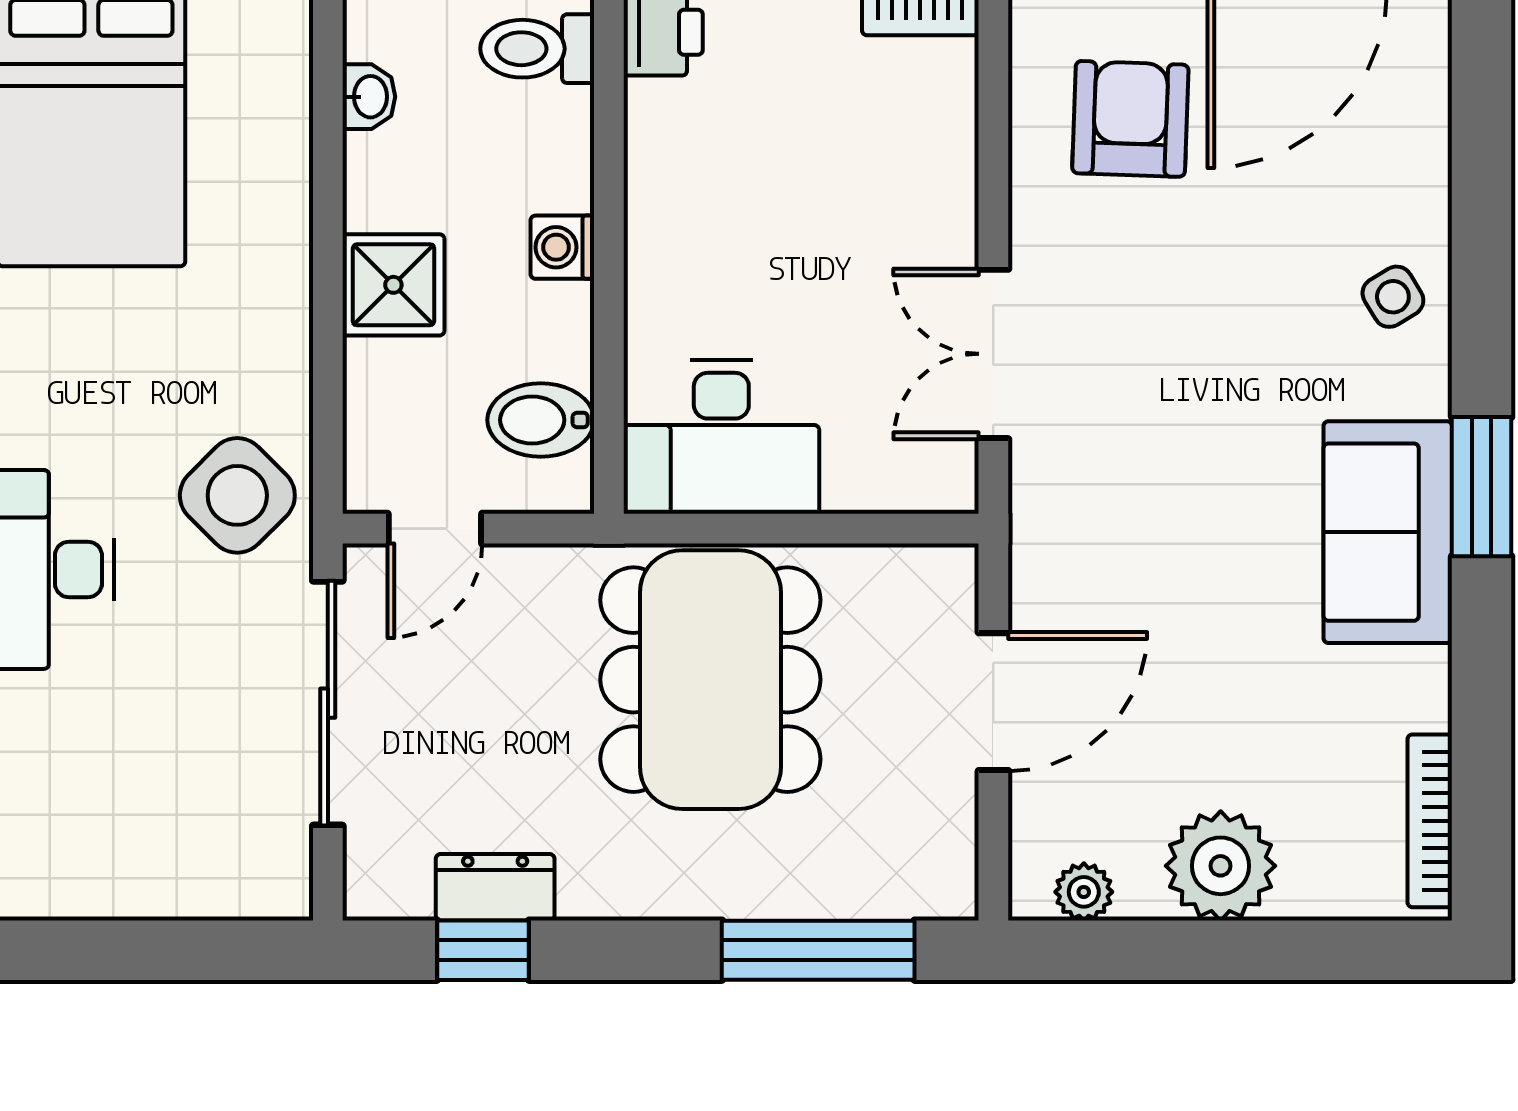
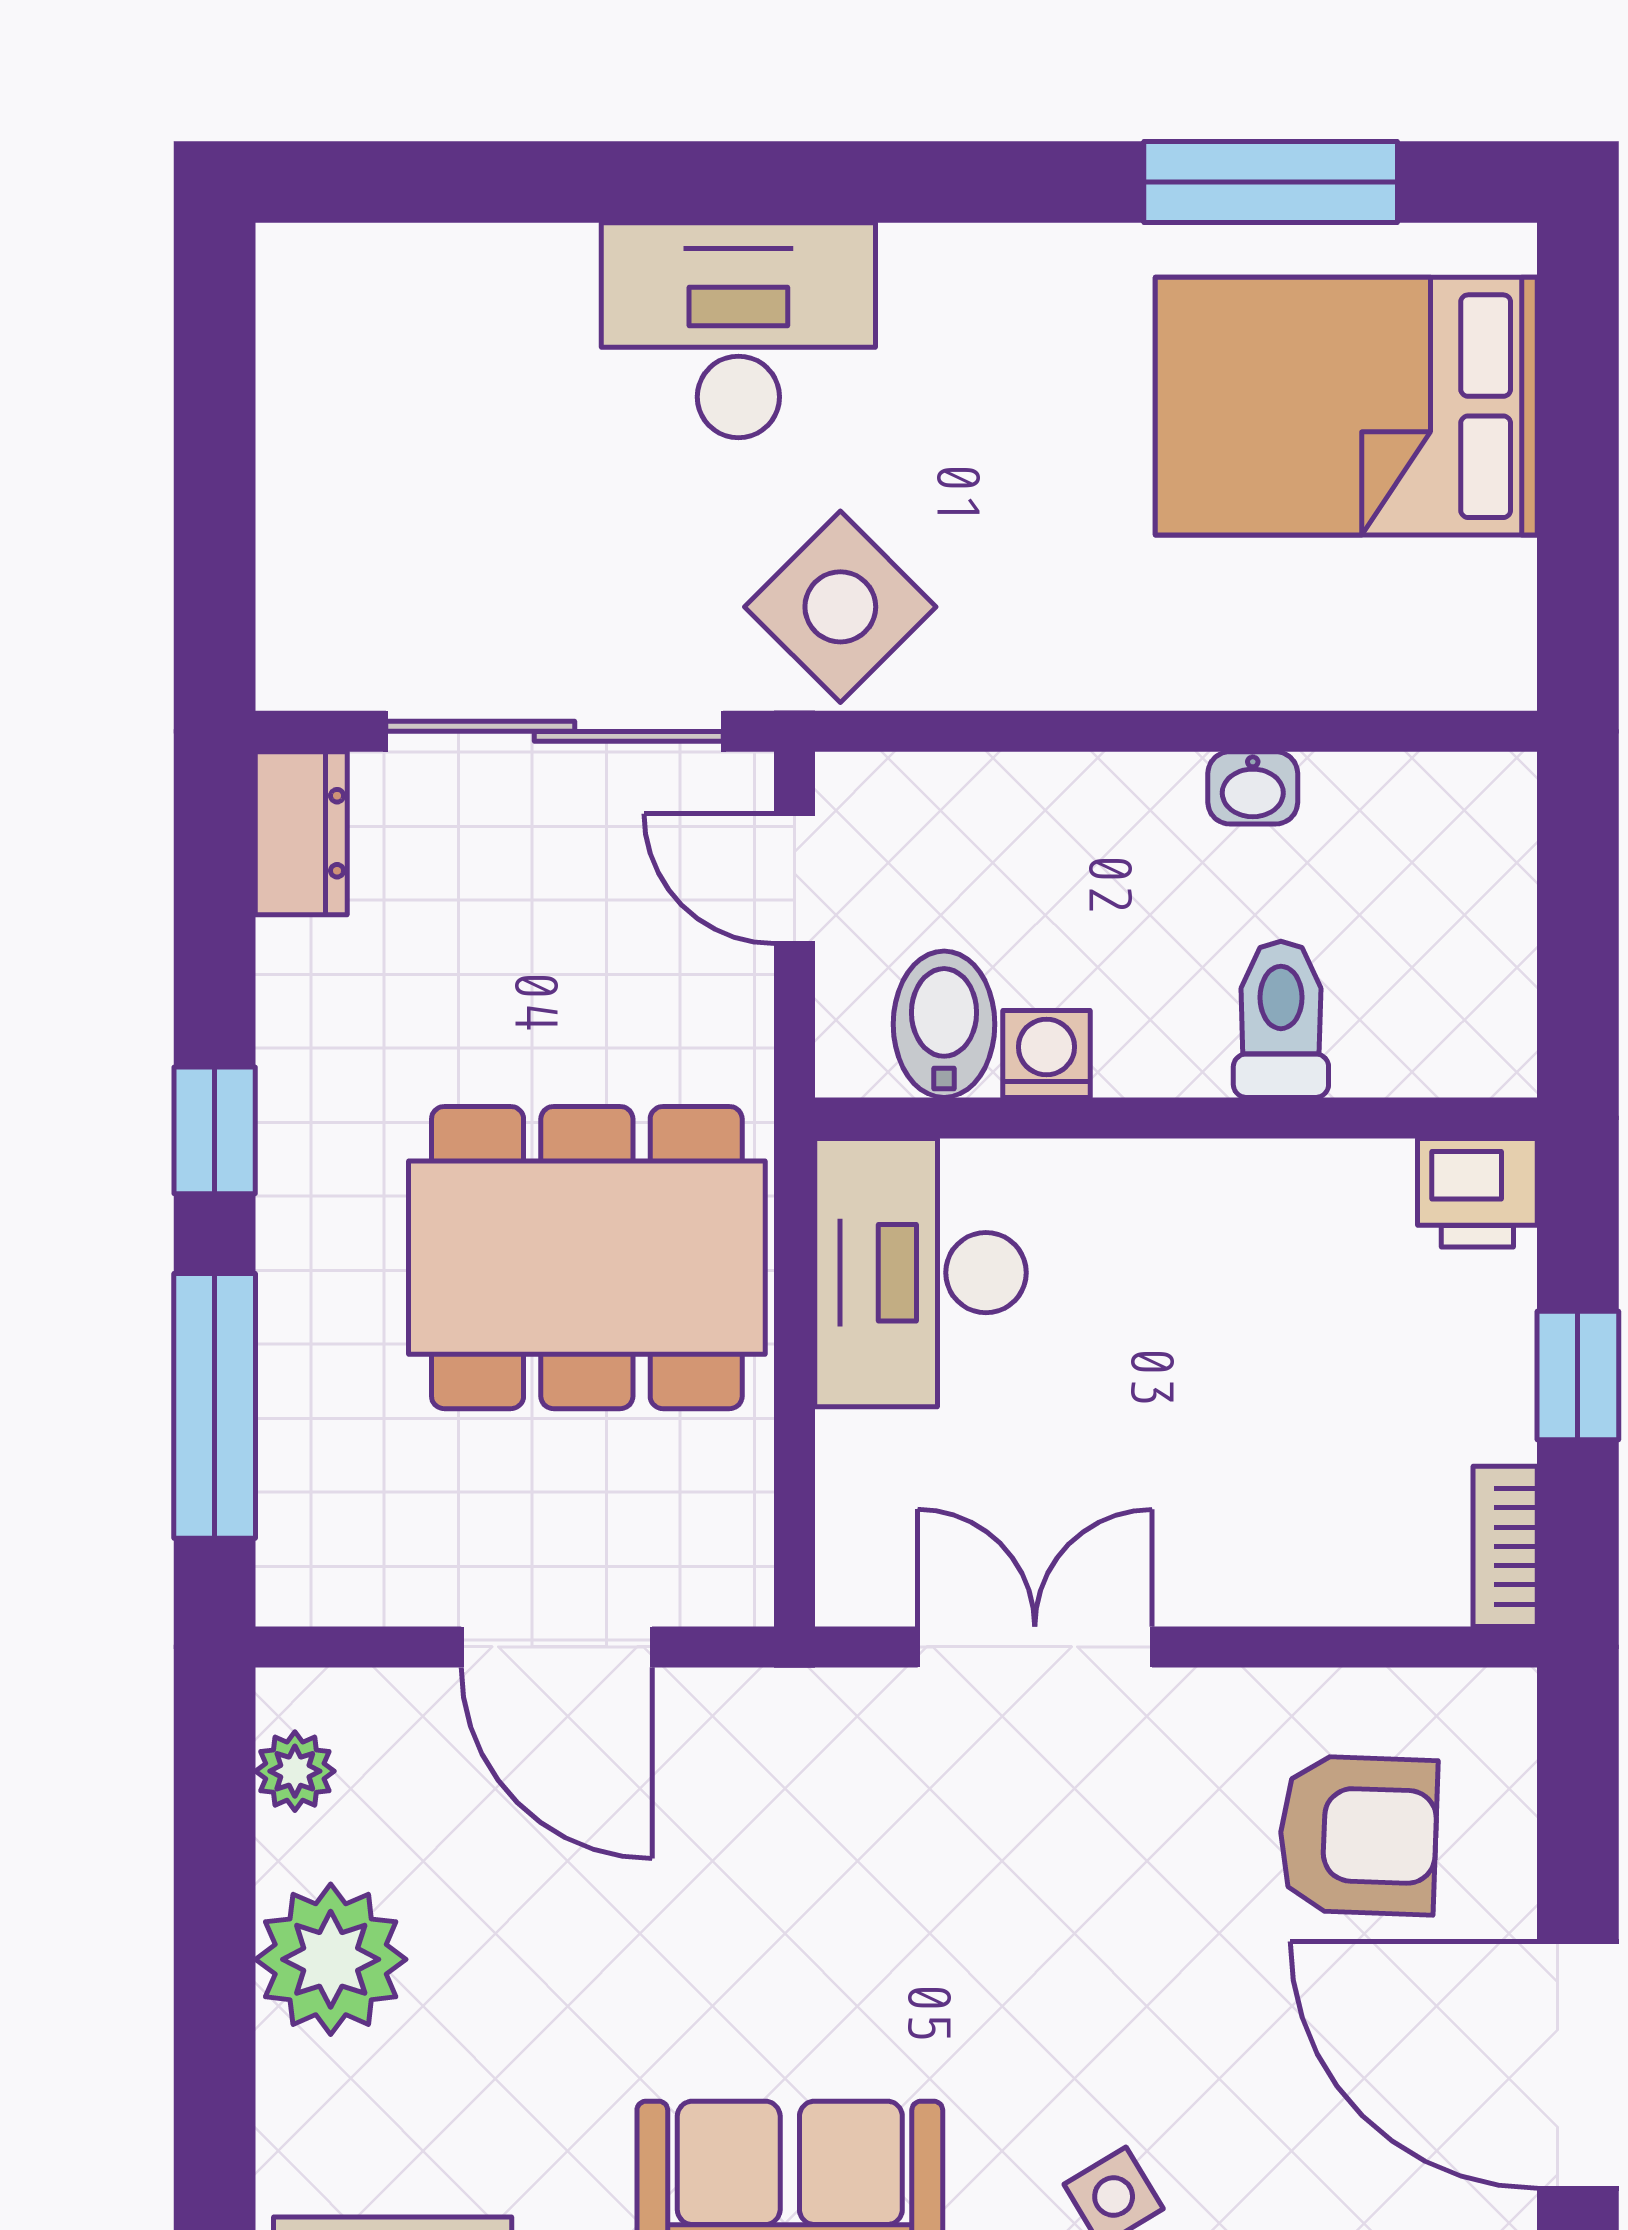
toilet: (537, 49) -> (1281, 1019), moved
washbasin: (369, 97) -> (1253, 788), moved
washing machine: (562, 247) -> (1046, 1054), moved
shower: (393, 285) -> (1130, 822), removed
dresser: (495, 887) -> (301, 833), moved
window: (483, 950) -> (215, 1130), moved

